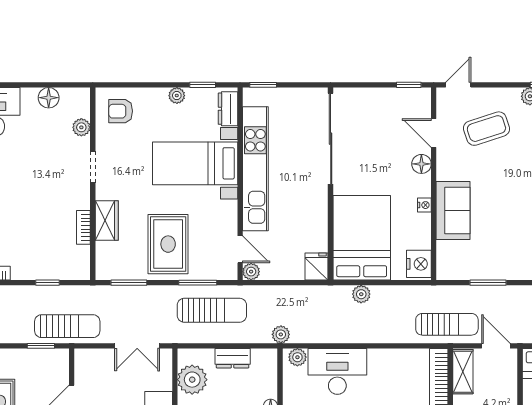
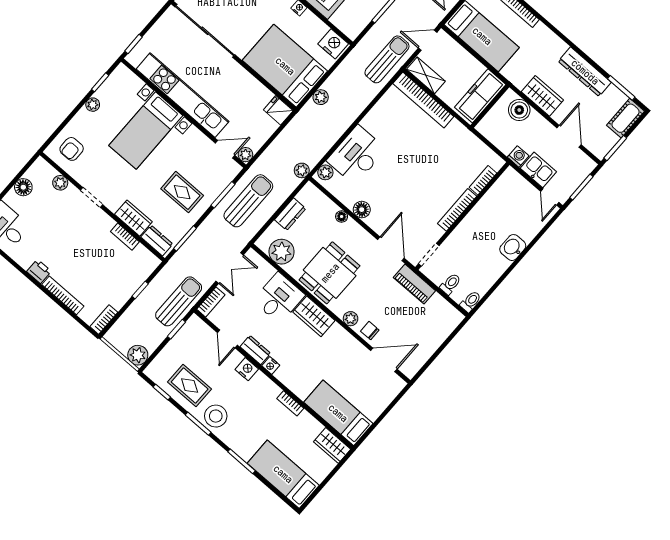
dresser: (228, 109) -> (157, 241), moved, turned 180
rug: (168, 244) -> (182, 192), width x0.73, depth x0.70
bookcase: (92, 355) -> (211, 302), added

